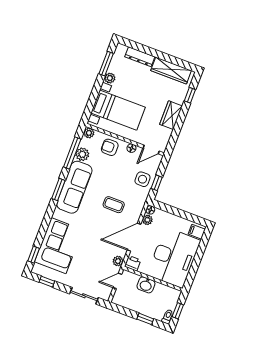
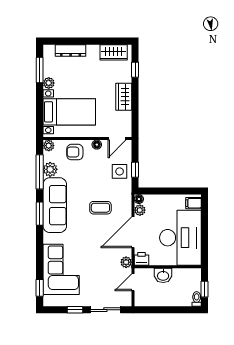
wardrobe: (171, 71) -> (114, 52), width x0.67
window: (47, 282) -> (75, 310), moved
window: (145, 319) -> (175, 310), removed

